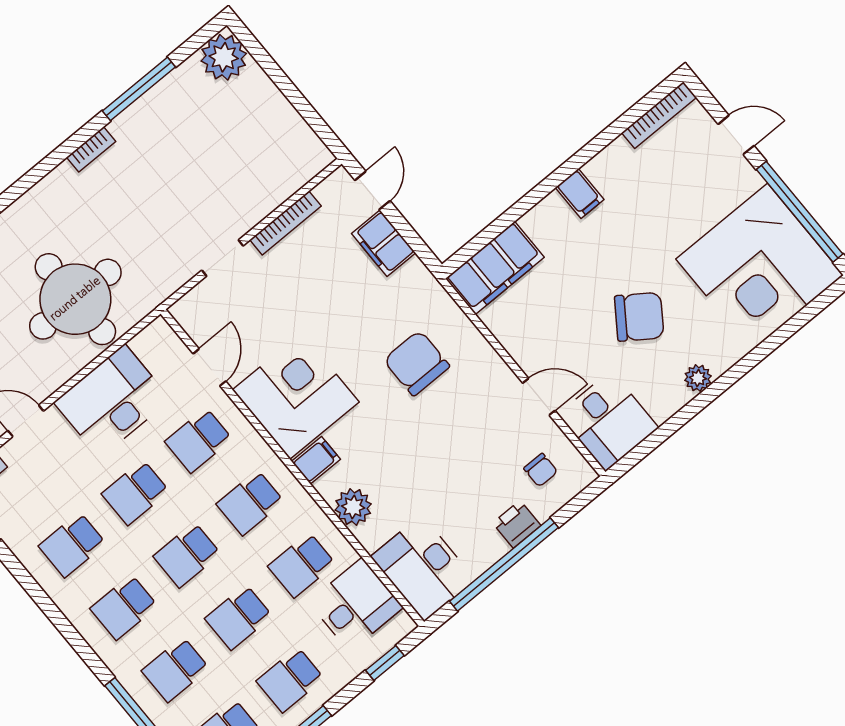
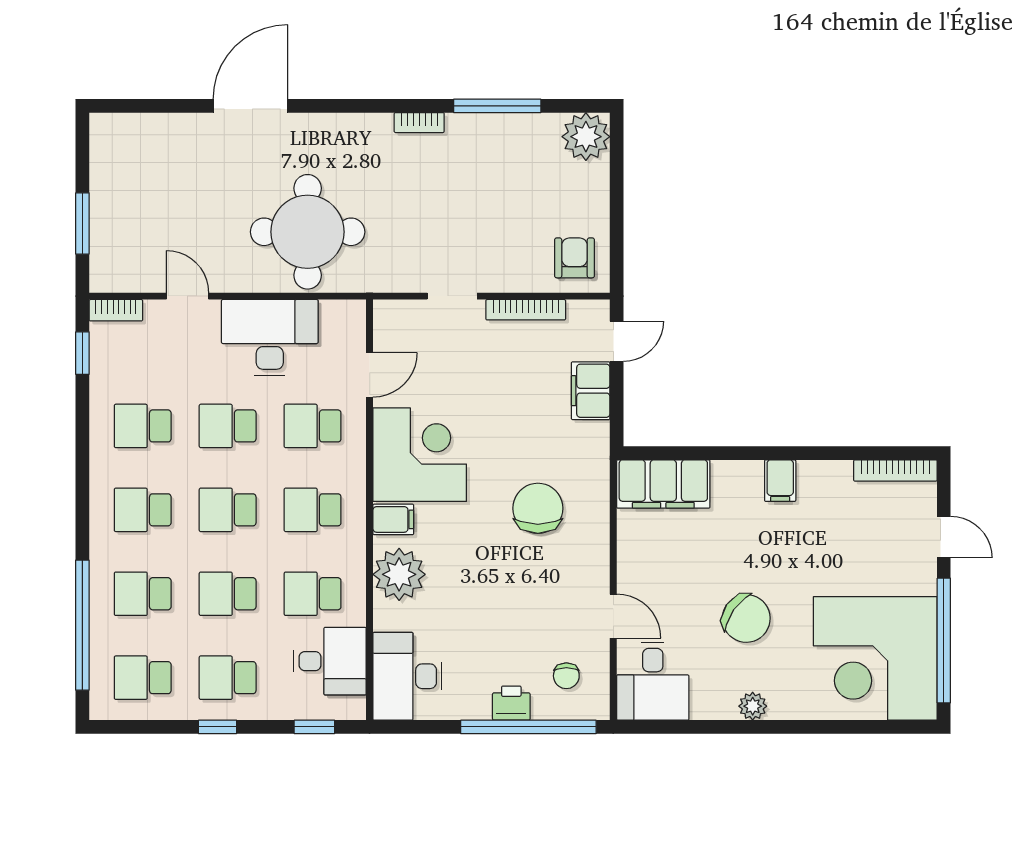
armchair: (290, 154) -> (575, 258), added
plant: (353, 507) -> (399, 574), width x1.36, depth x1.36
window: (504, 564) -> (528, 727), moved

